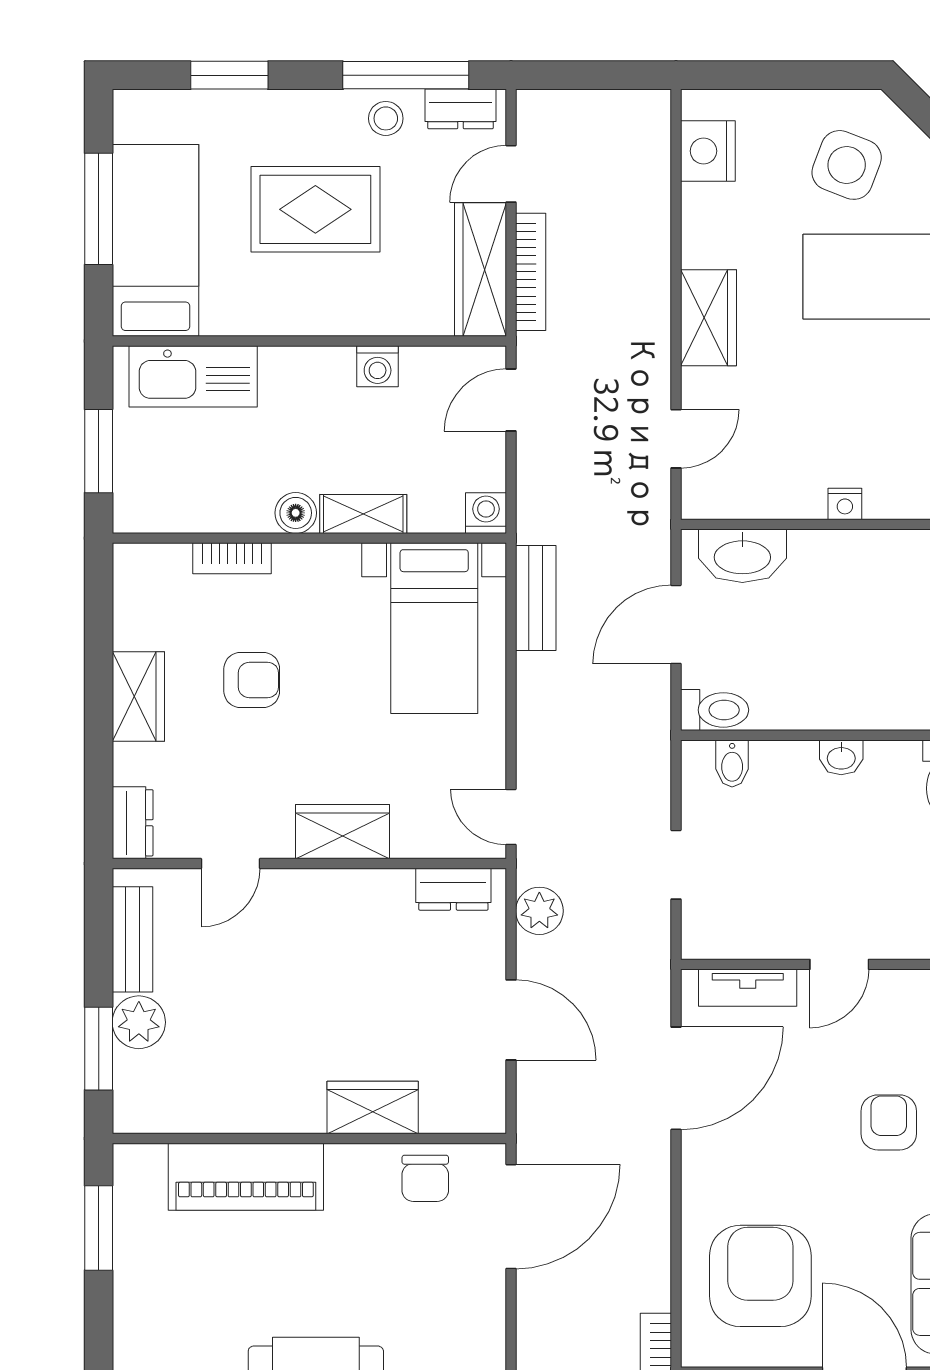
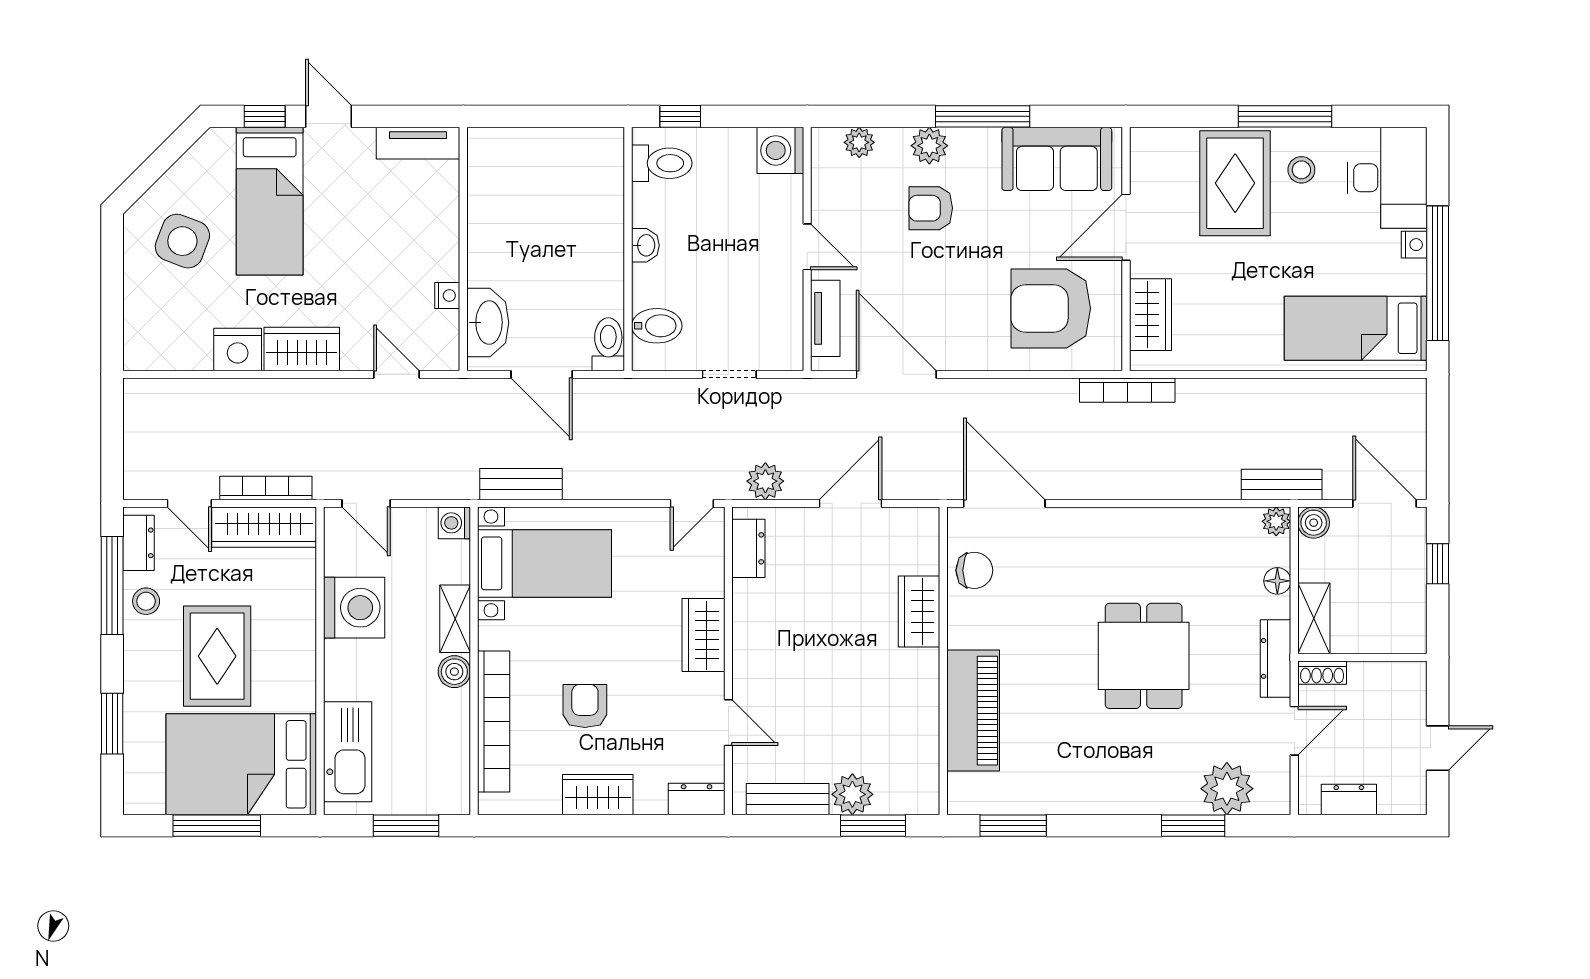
nightstand: (708, 151) -> (238, 350), moved
bed: (155, 240) -> (241, 764), width x1.50
washing machine: (378, 366) -> (354, 608), width x1.89, depth x1.89
nightstand: (845, 504) -> (447, 295), moved
bookcase: (232, 558) -> (494, 721), width x2.31, depth x1.31
bidet: (732, 763) -> (657, 326), width x1.38, depth x1.36

